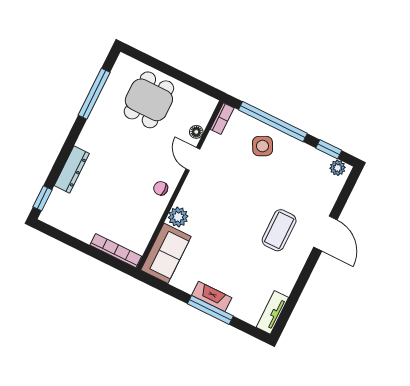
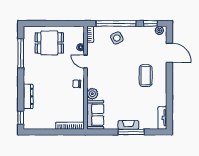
dining table: (149, 100) -> (49, 43), turned 90
door: (325, 234) -> (169, 53), moved

